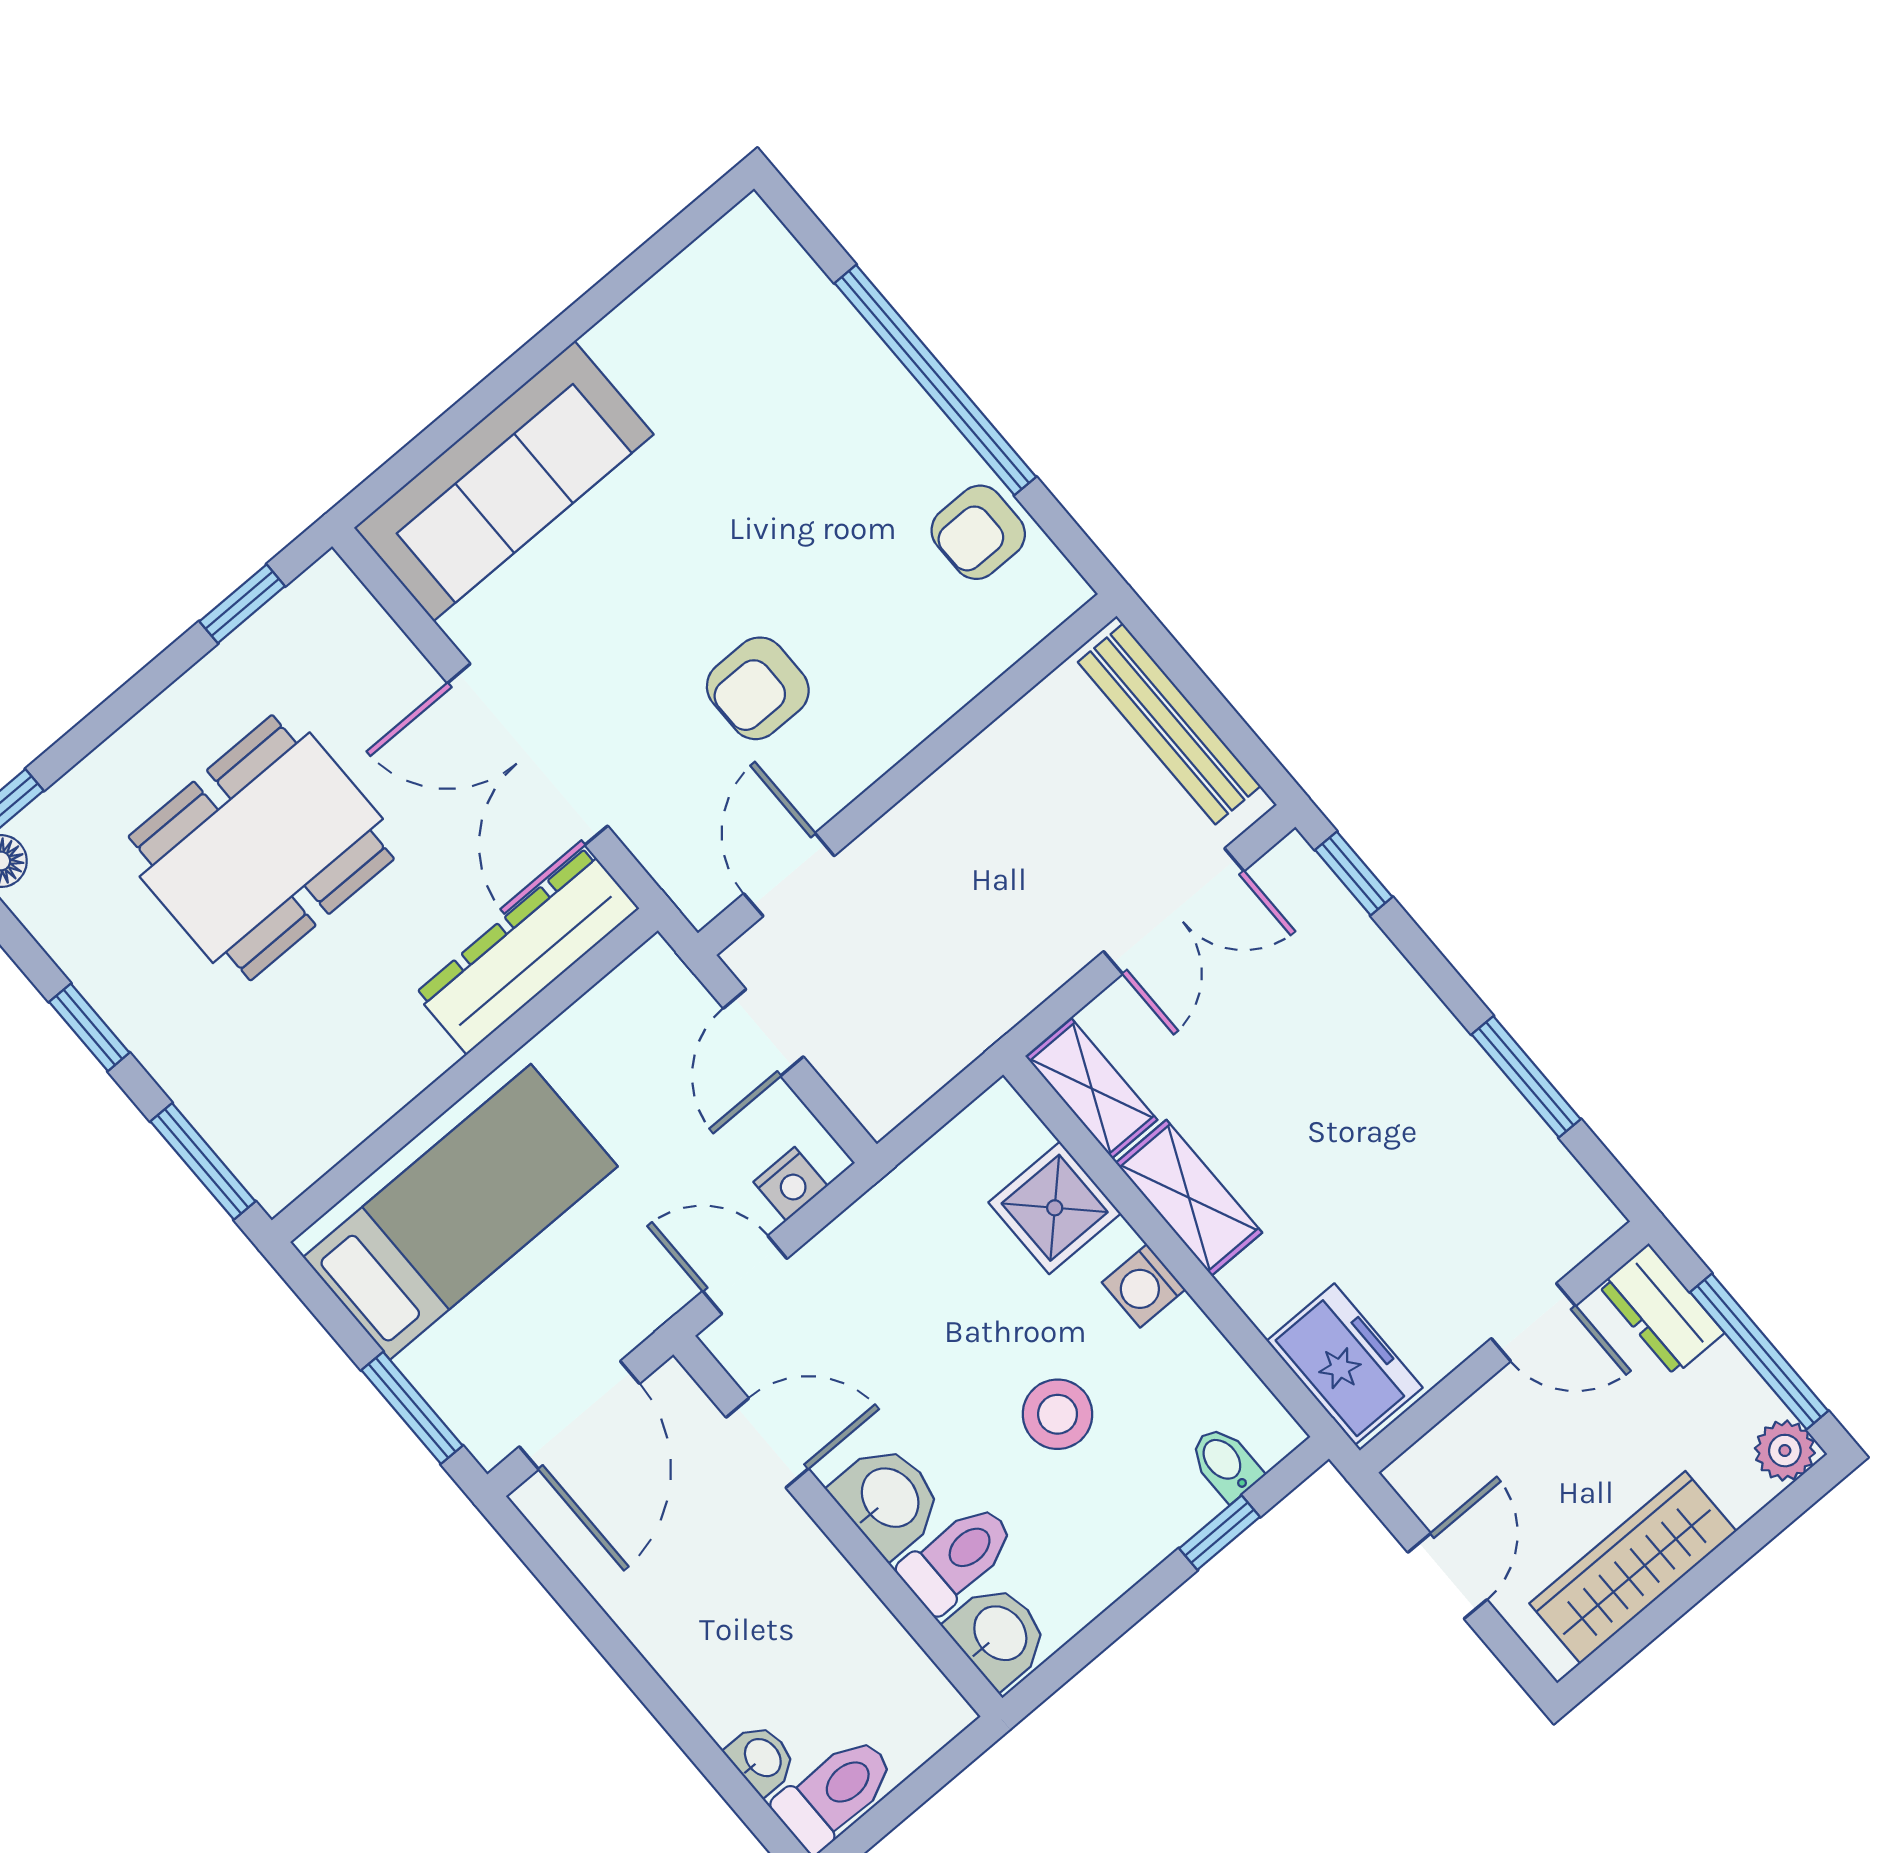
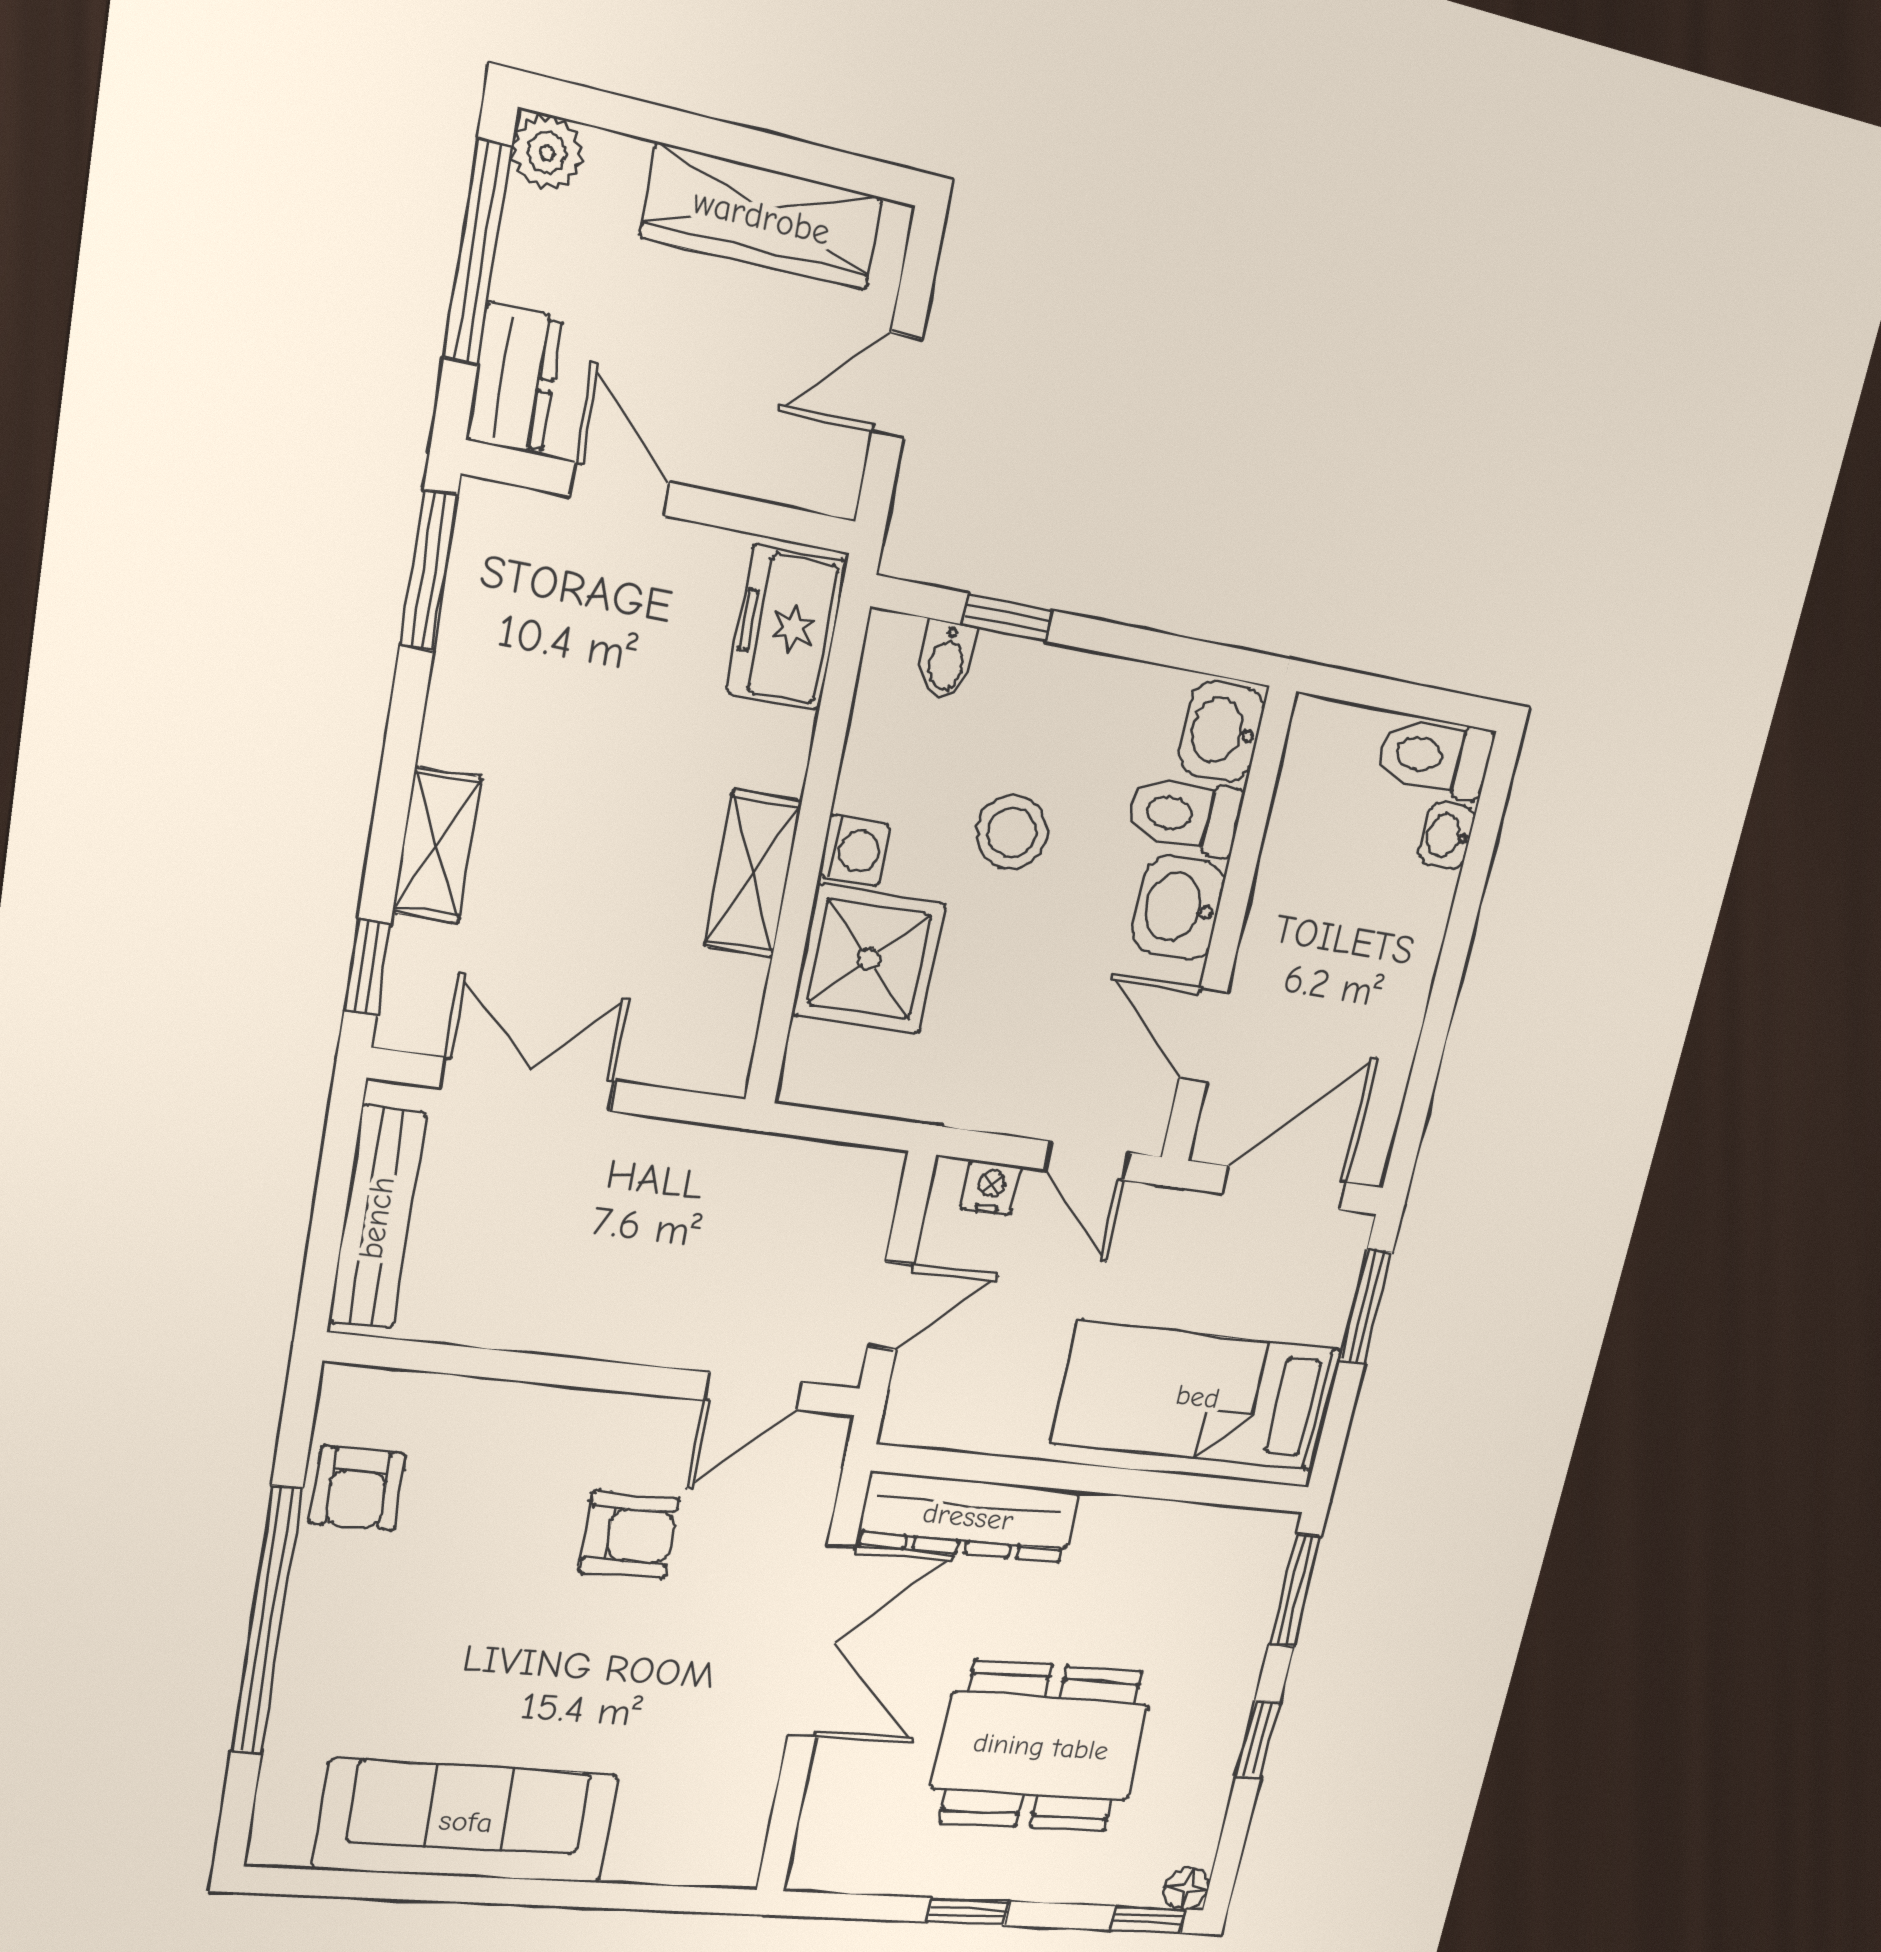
sofa: (504, 481) -> (466, 1822), moved
armchair: (978, 532) -> (358, 1488), turned 90
window: (242, 604) -> (968, 1912), moved
window: (1526, 1077) -> (429, 571), moved
shelving: (1092, 1088) -> (437, 845), moved
shower: (1055, 1208) -> (869, 959), width x1.36, depth x1.36

